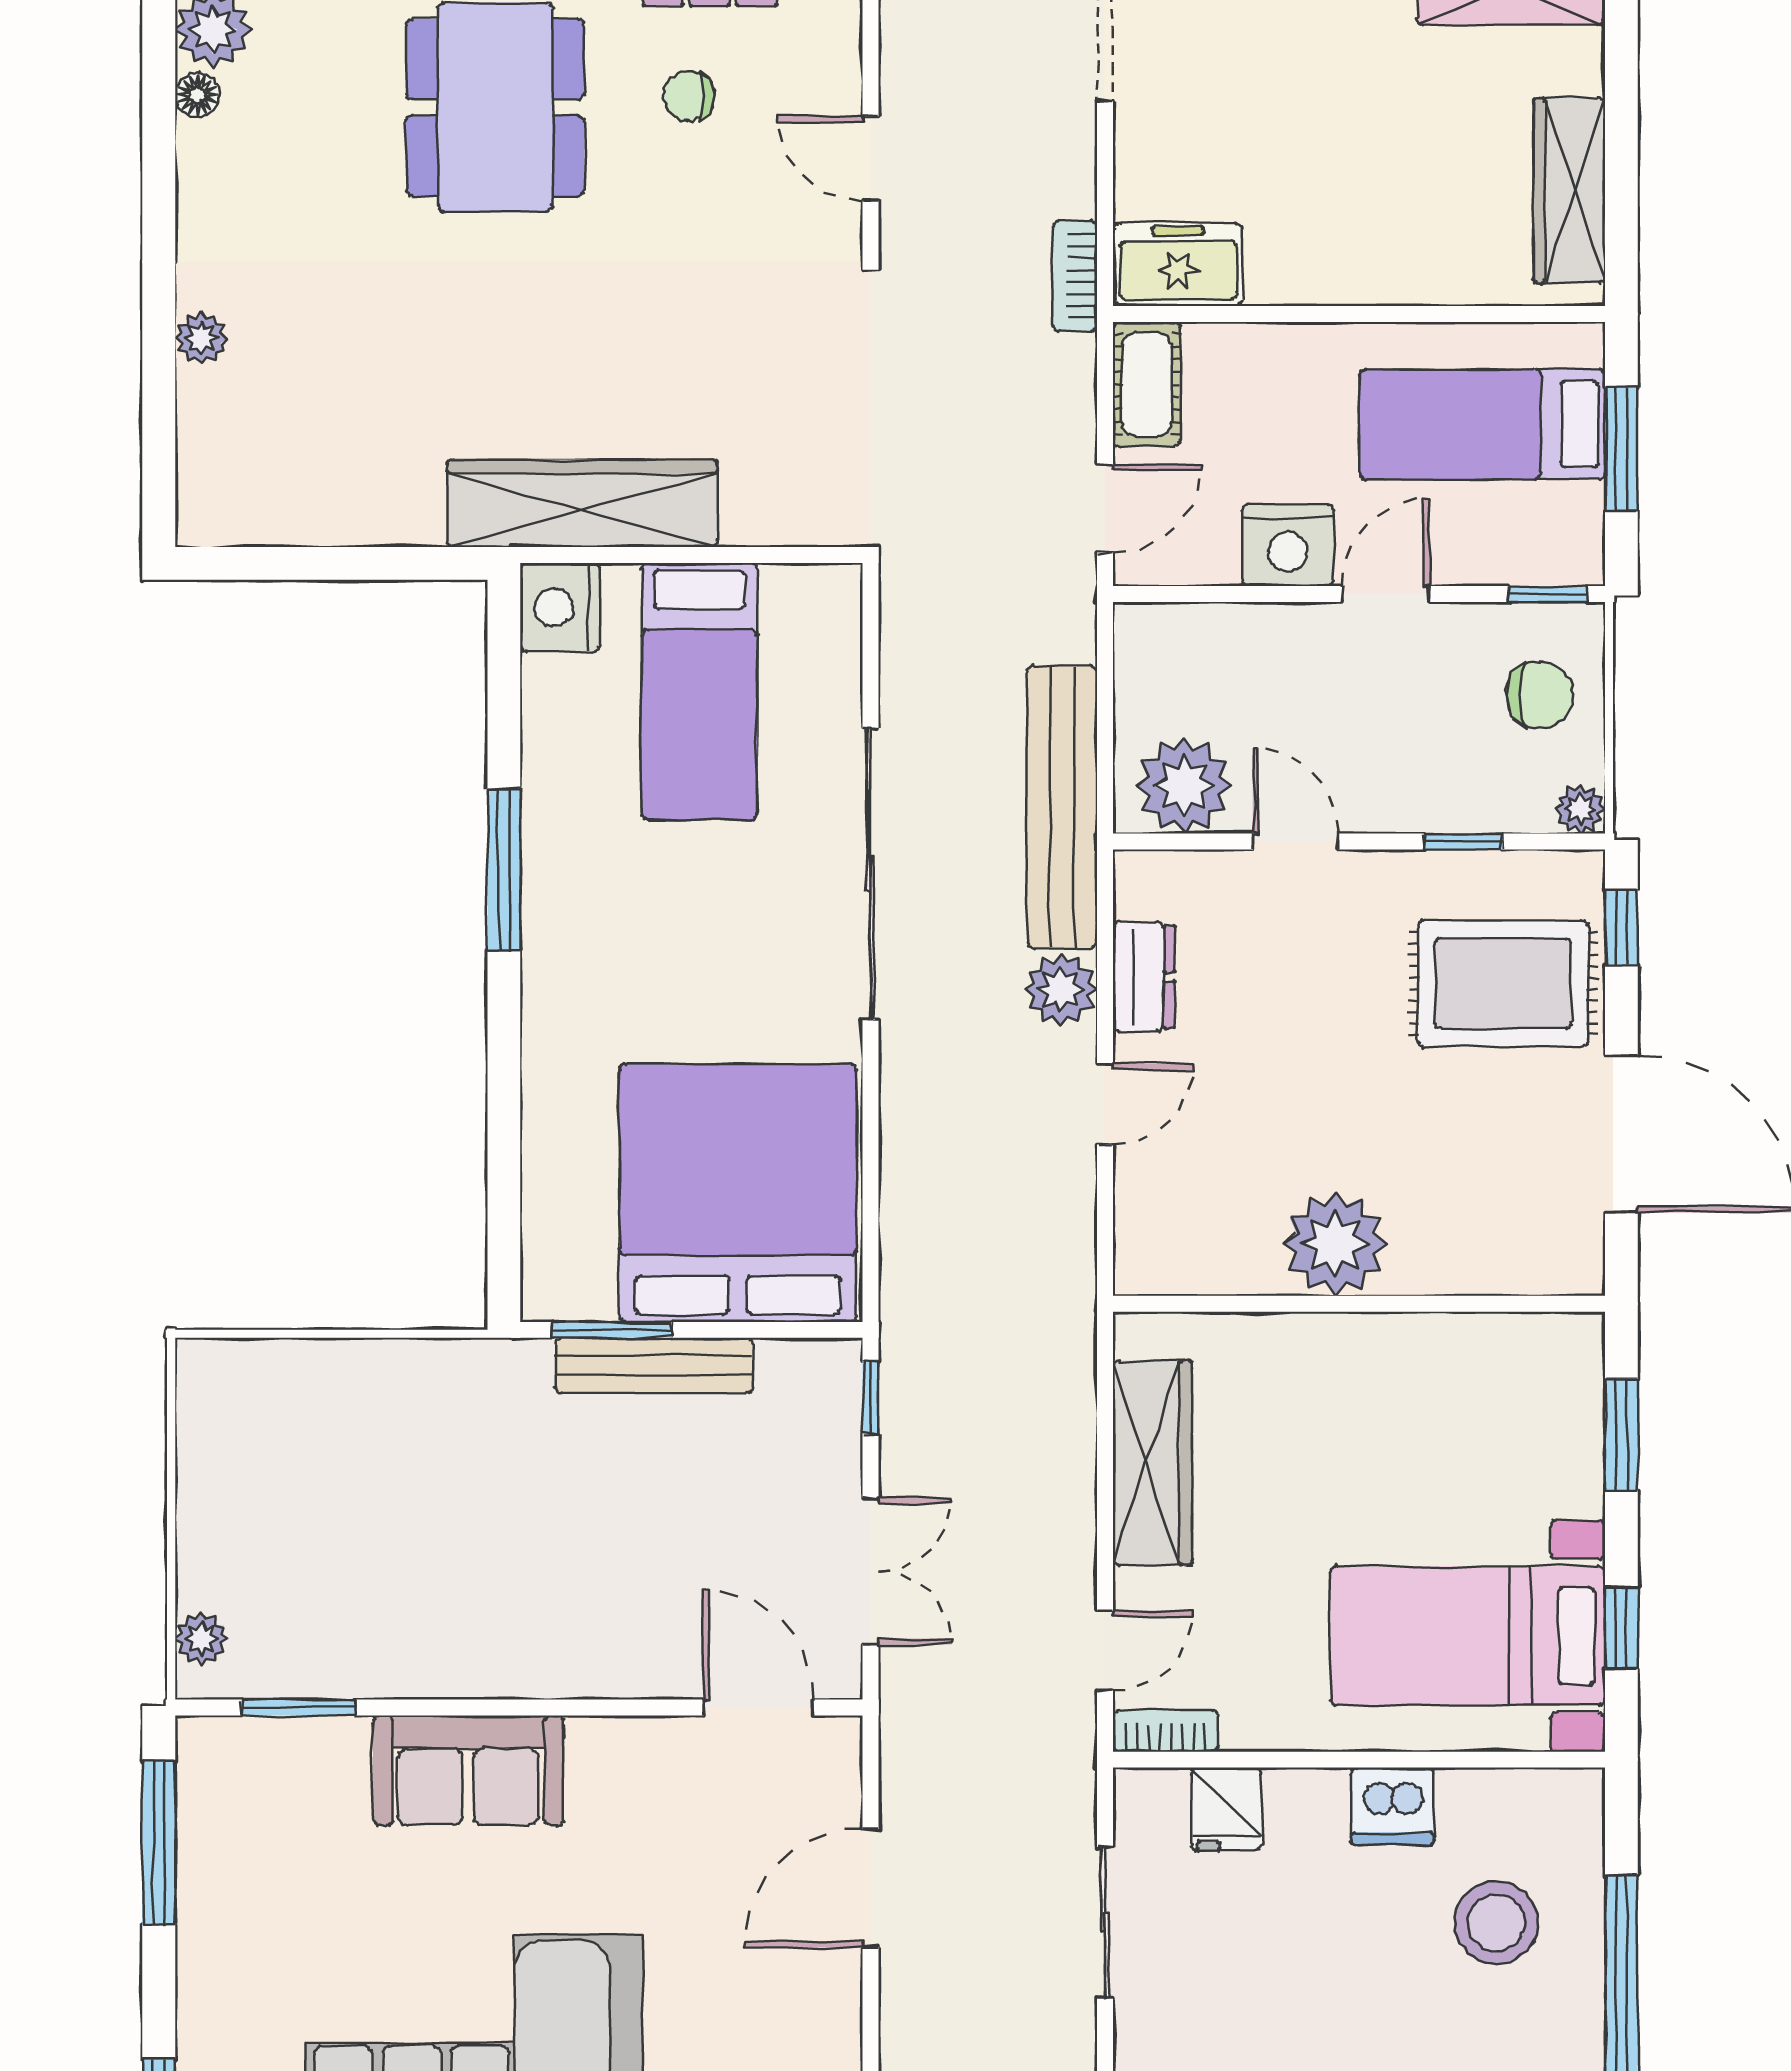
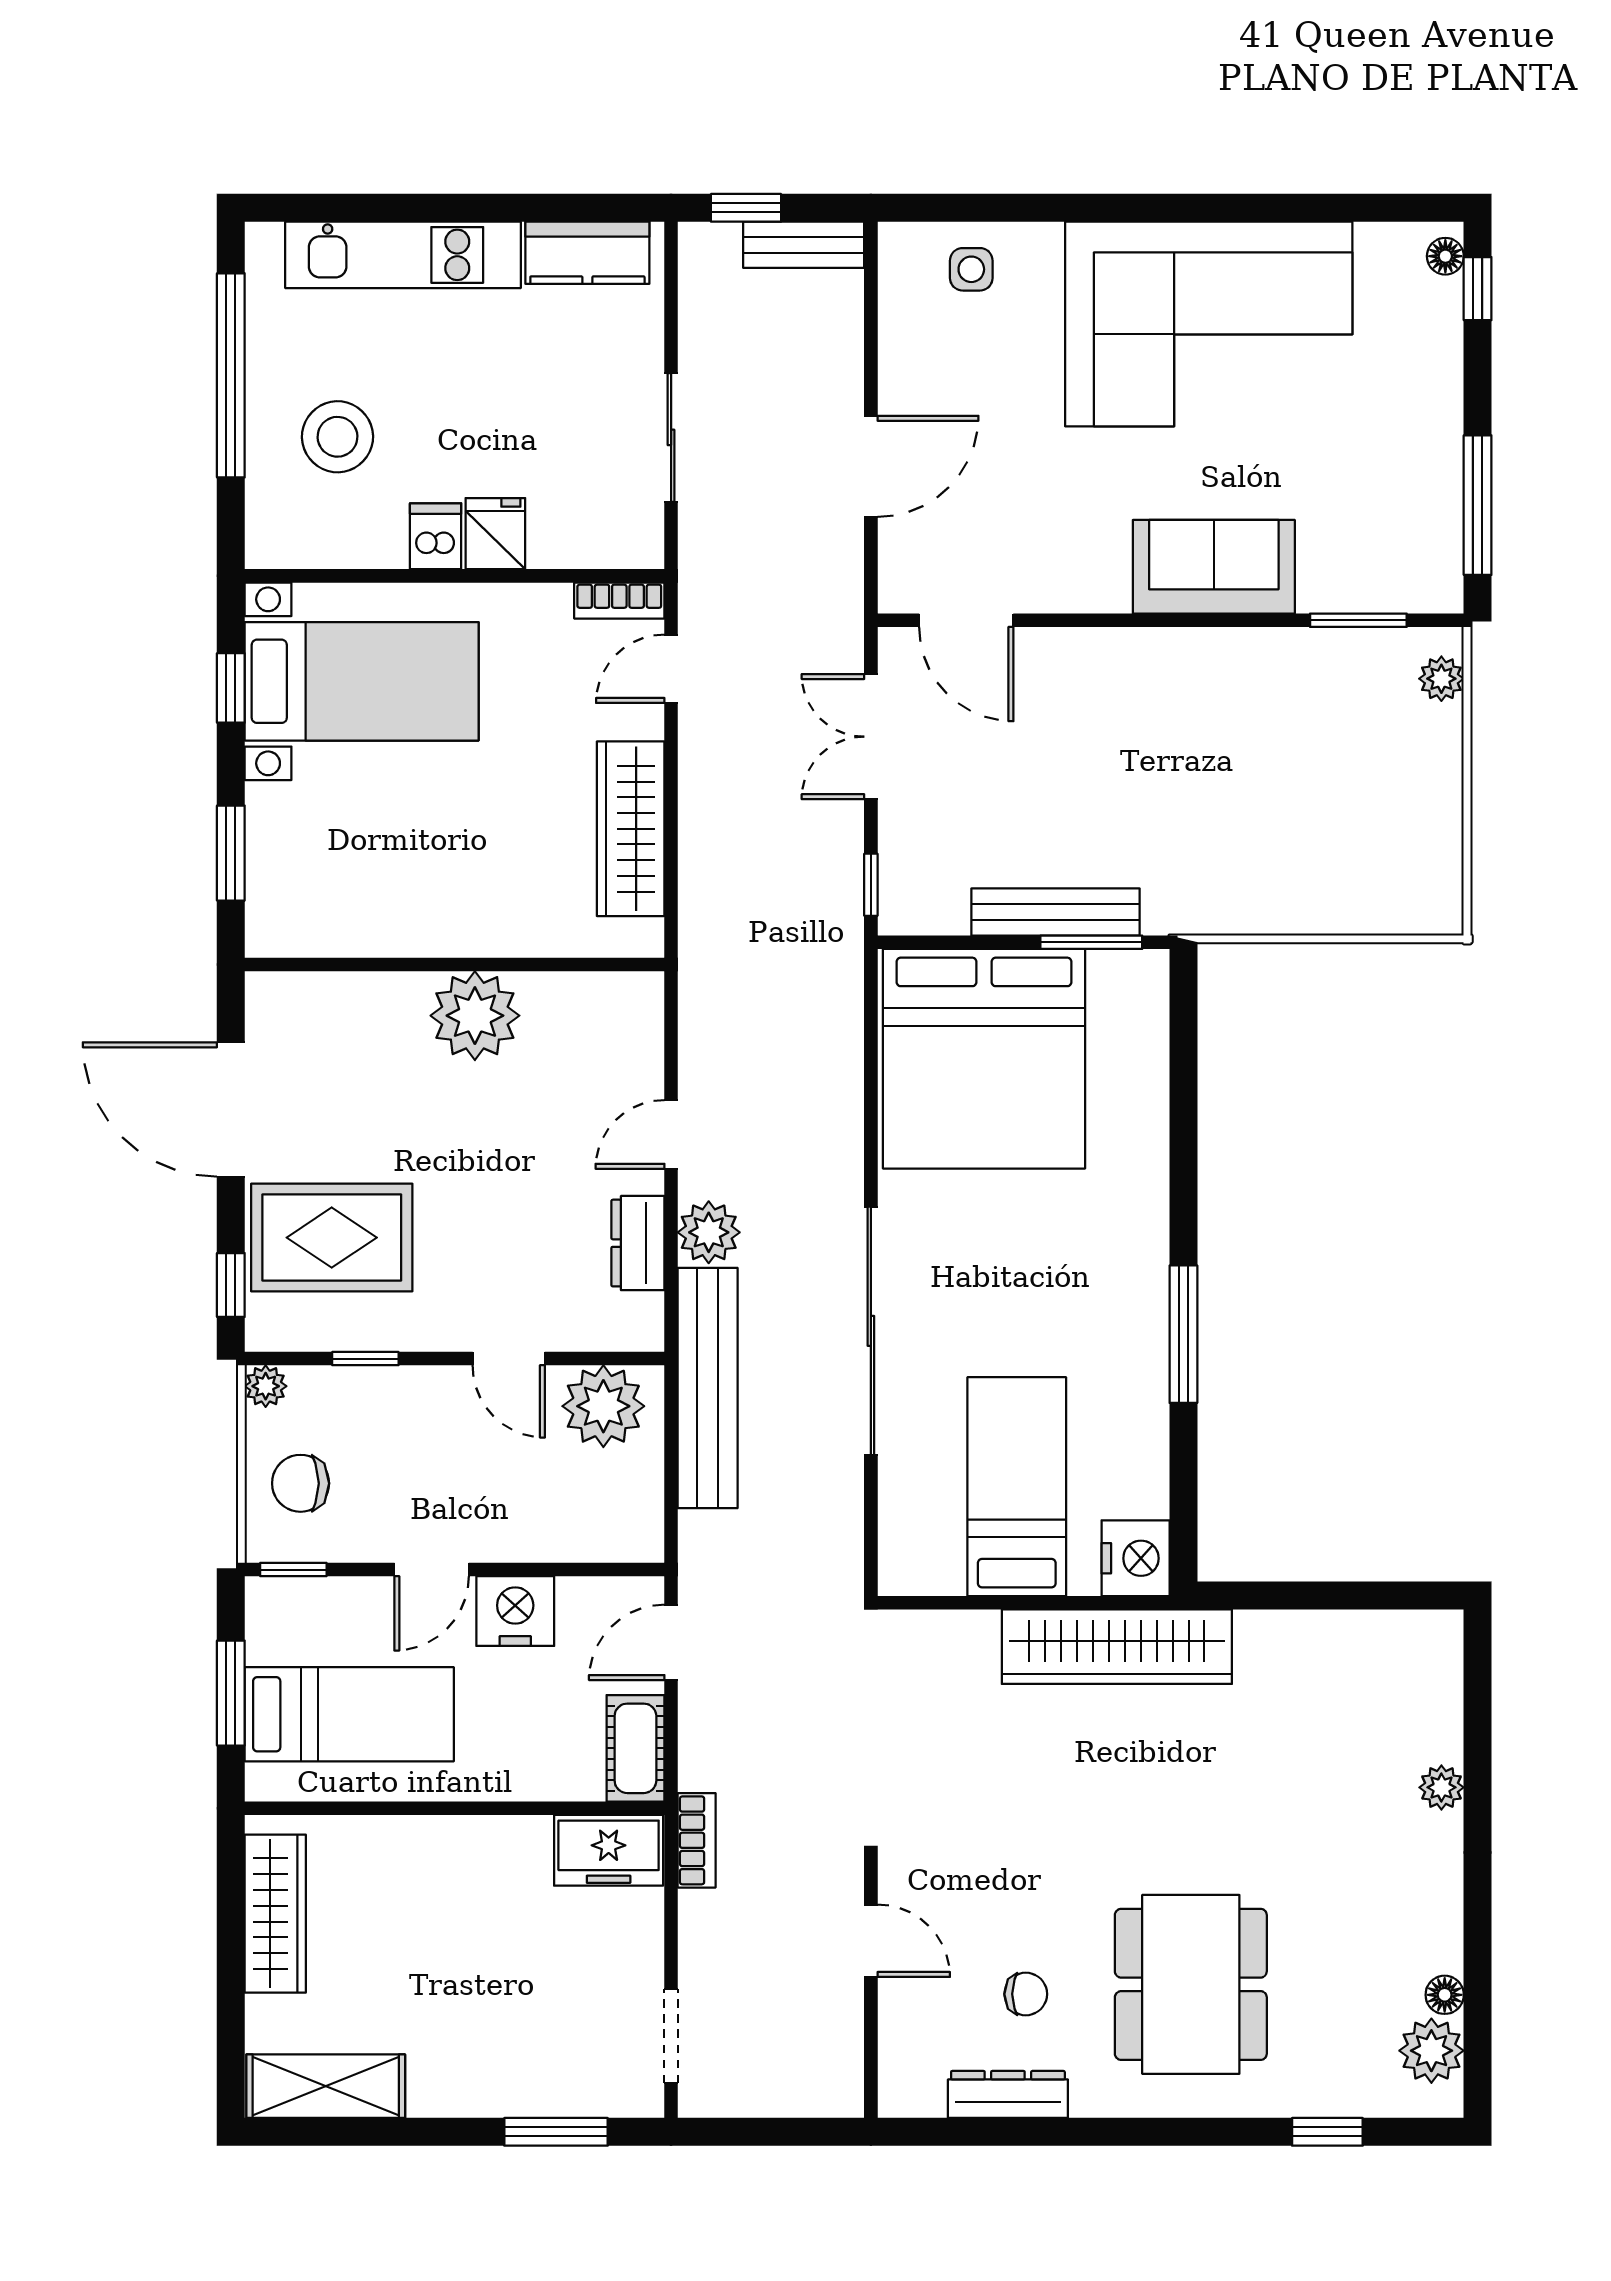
dishwasher: (1393, 1806) -> (436, 536), width x0.73
fridge: (1226, 1809) -> (495, 534), moved

